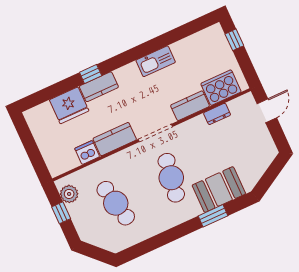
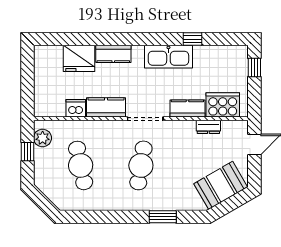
kitchen sink: (156, 61) -> (168, 57), width x1.36, depth x1.24
window: (91, 74) -> (193, 39), moved
booth: (219, 190) -> (221, 185), moved, turned -30

